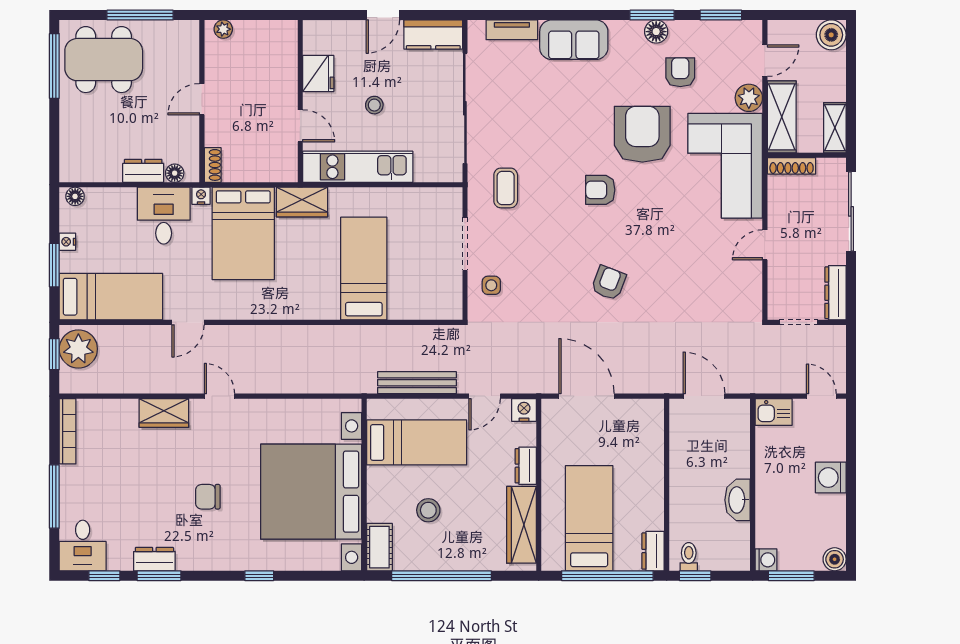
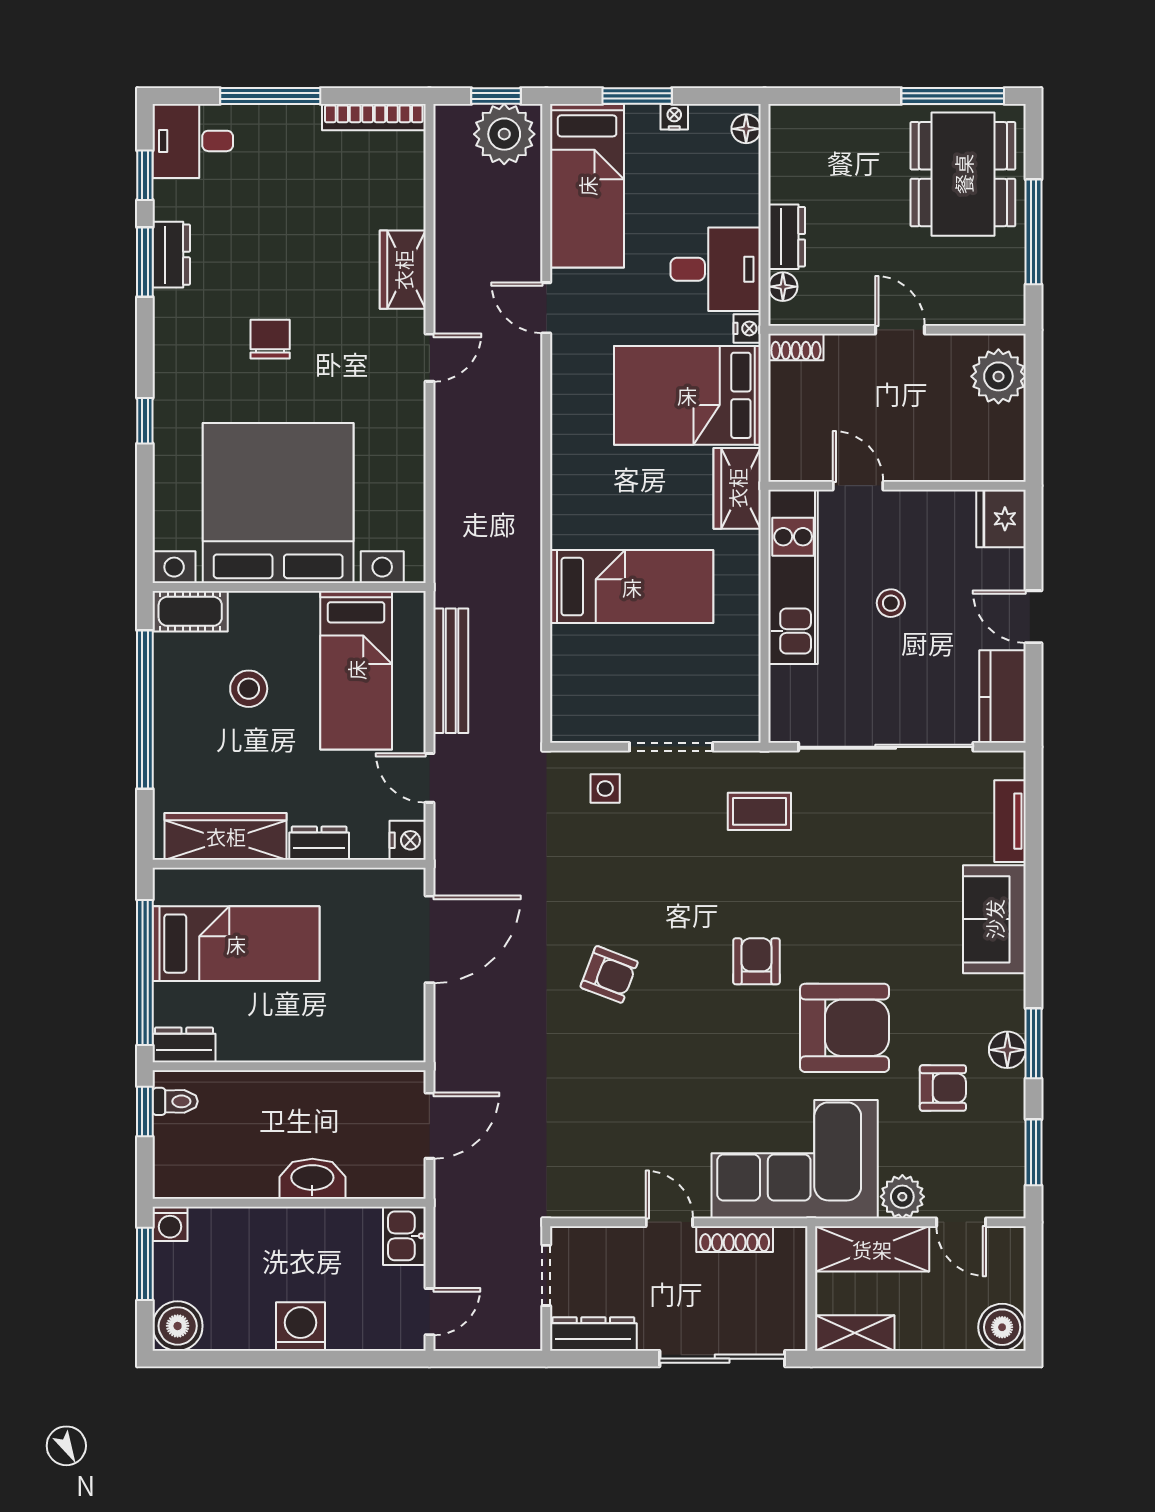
plant: (223, 29) -> (998, 376), width x1.88, depth x1.88
fridge: (318, 74) -> (1001, 519), moved, turned 90
door: (300, 126) -> (858, 486), swing flipped
shoe rack: (792, 166) -> (735, 1239), moved, turned -90
washbasin: (738, 500) -> (312, 1179), moved
boiler: (835, 559) -> (178, 1326), width x1.36, depth x1.36

